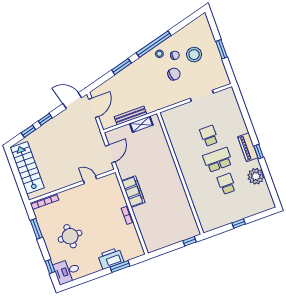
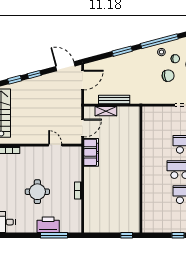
shelving: (141, 124) -> (106, 111), moved
filing cabinet: (133, 192) -> (91, 152), moved
round table: (70, 236) -> (37, 192), moved
window: (120, 267) -> (54, 235), width x1.44

